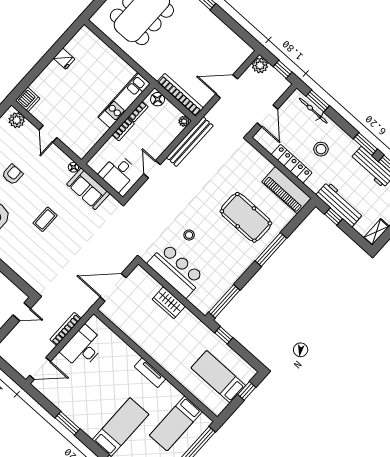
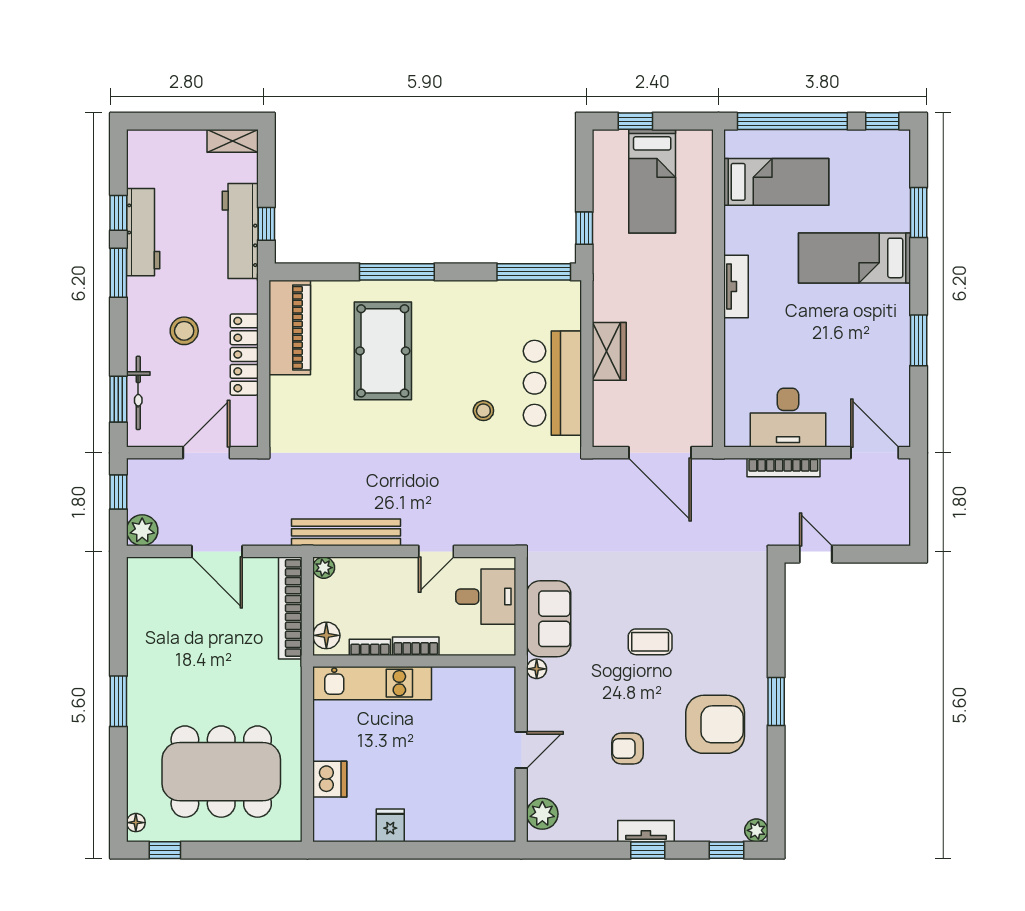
dishwasher: (28, 99) -> (330, 779), moved, turned 90

